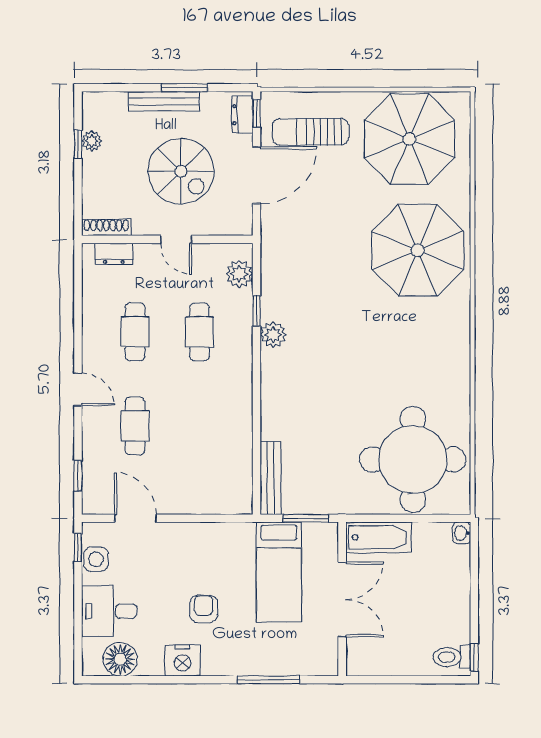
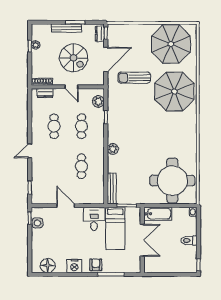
sun lounger: (310, 132) -> (134, 78), moved
plant: (273, 335) -> (113, 149), moved
door: (78, 390) -> (30, 151), swing flipped
cafe table: (135, 426) -> (81, 166), moved
door: (135, 518) -> (66, 206), moved
armchair: (204, 609) -> (96, 265), moved
desk: (109, 611) -> (94, 219), moved, turned 90
toilet: (452, 657) -> (189, 240), moved

